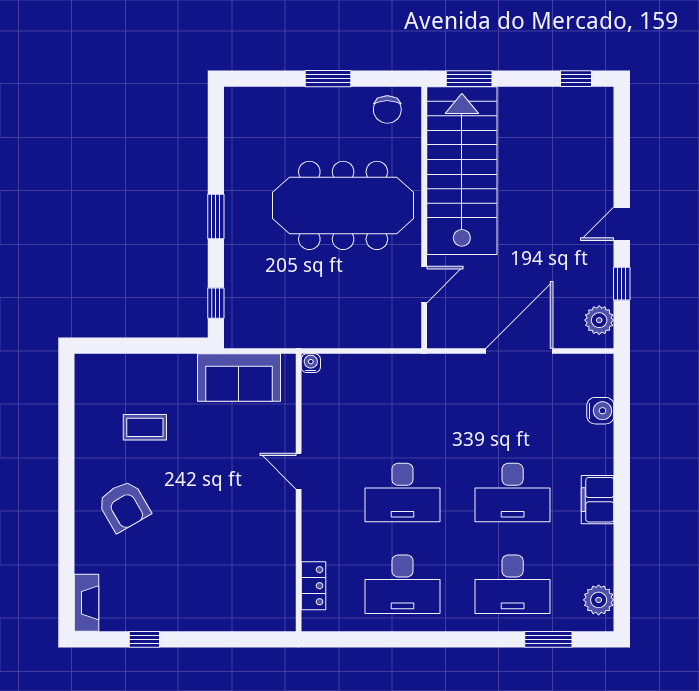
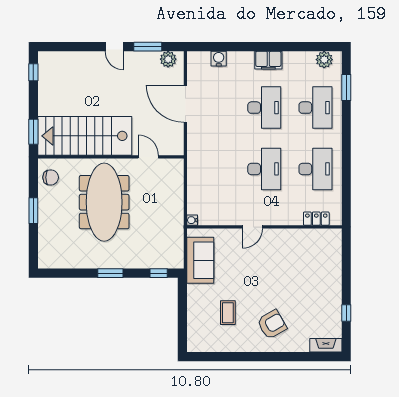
window: (622, 284) -> (148, 47), width x1.50

